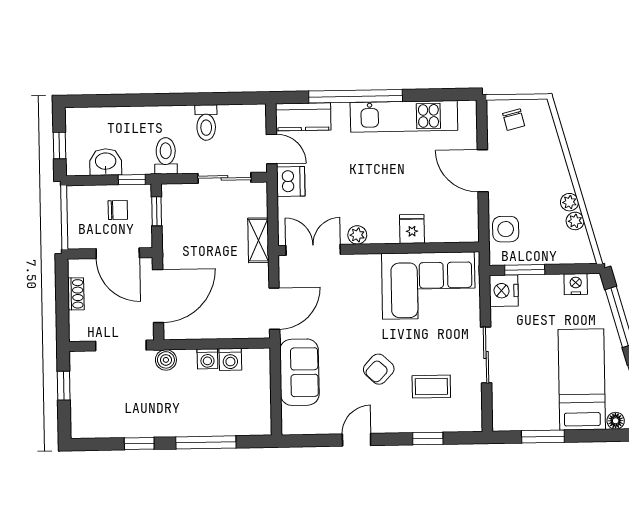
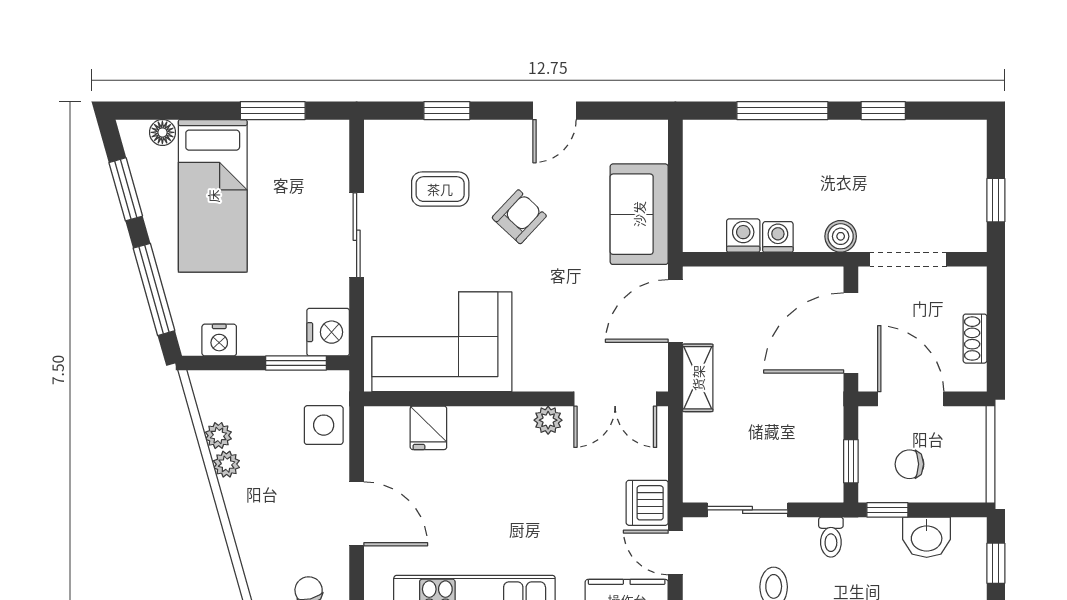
toilet: (166, 156) -> (831, 537), width x0.73, depth x0.72
fridge: (412, 229) -> (428, 428), moved
shelving: (258, 240) -> (698, 378), moved

